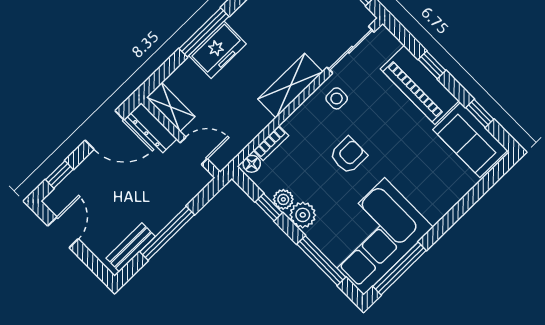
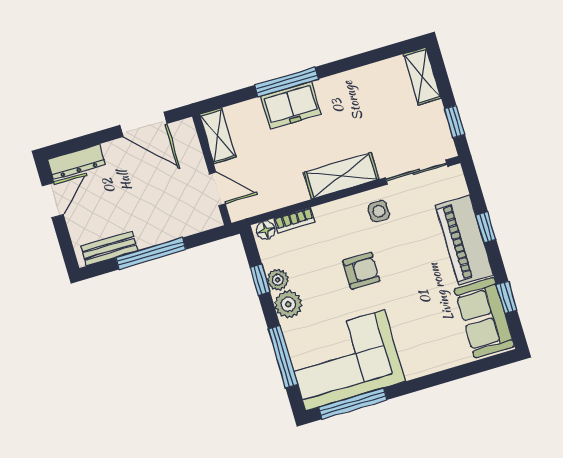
dresser: (152, 128) -> (77, 162), moved, turned -90
window: (59, 174) -> (78, 144), removed

